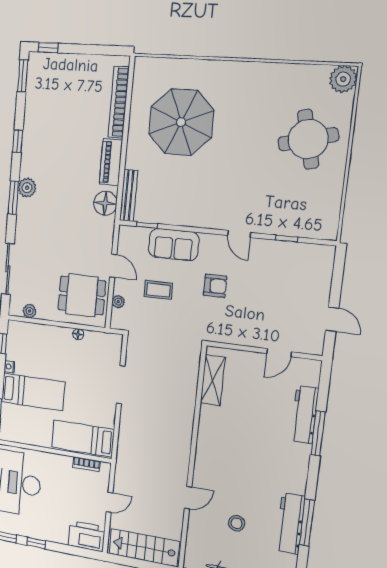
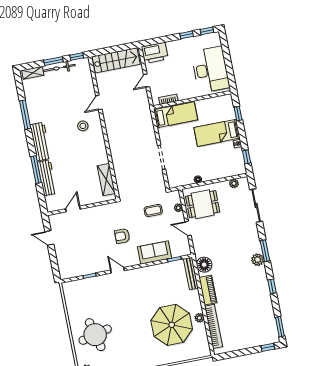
plant: (136, 122) -> (199, 318), added
coffee table: (158, 290) -> (153, 211), moved
stool: (237, 523) -> (83, 126), moved
workbench: (290, 524) -> (40, 142), moved

